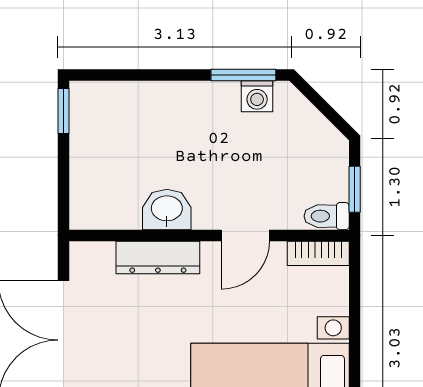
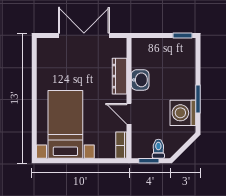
window: (243, 75) -> (198, 99), moved
washing machine: (257, 96) -> (183, 113), width x1.89, depth x1.89
toilet: (327, 216) -> (158, 149), moved

